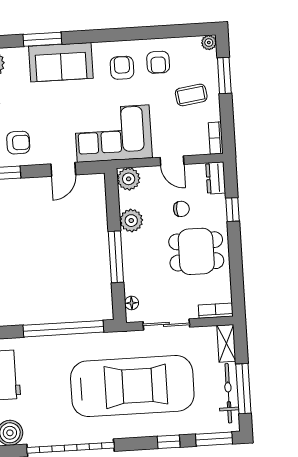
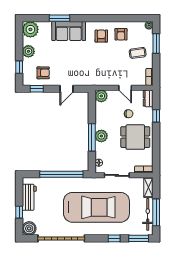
corner sofa: (113, 134) -> (94, 71), removed
plant: (131, 221) -> (101, 136), moved

